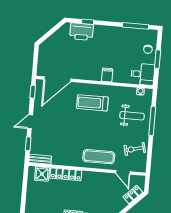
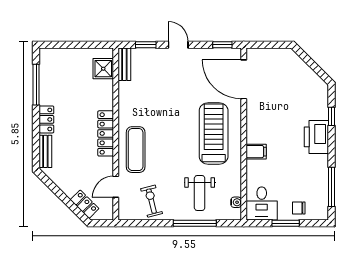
printer: (82, 32) -> (316, 137), moved
treadmill: (92, 103) -> (214, 134), width x1.37, depth x1.38
locker: (66, 174) -> (106, 133), moved

